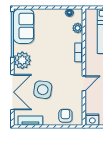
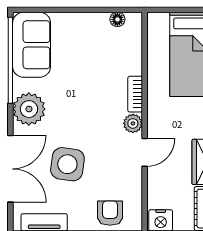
plant: (78, 28) -> (133, 123), moved

